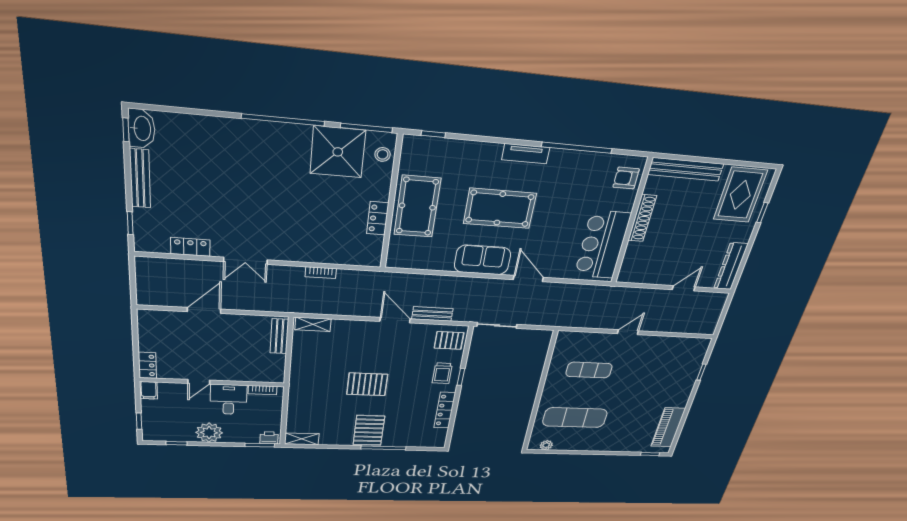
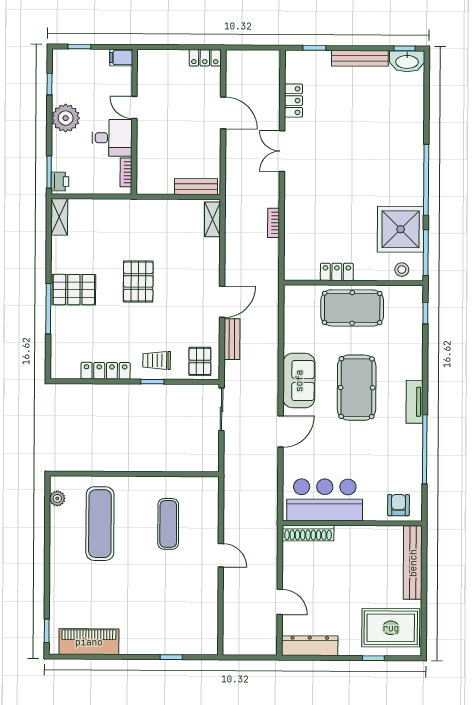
shoe rack: (642, 218) -> (308, 533), moved
locker: (147, 365) -> (205, 58), moved

